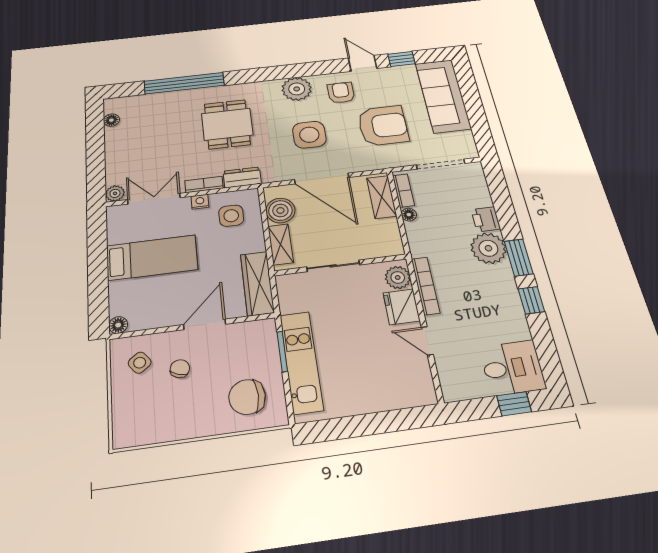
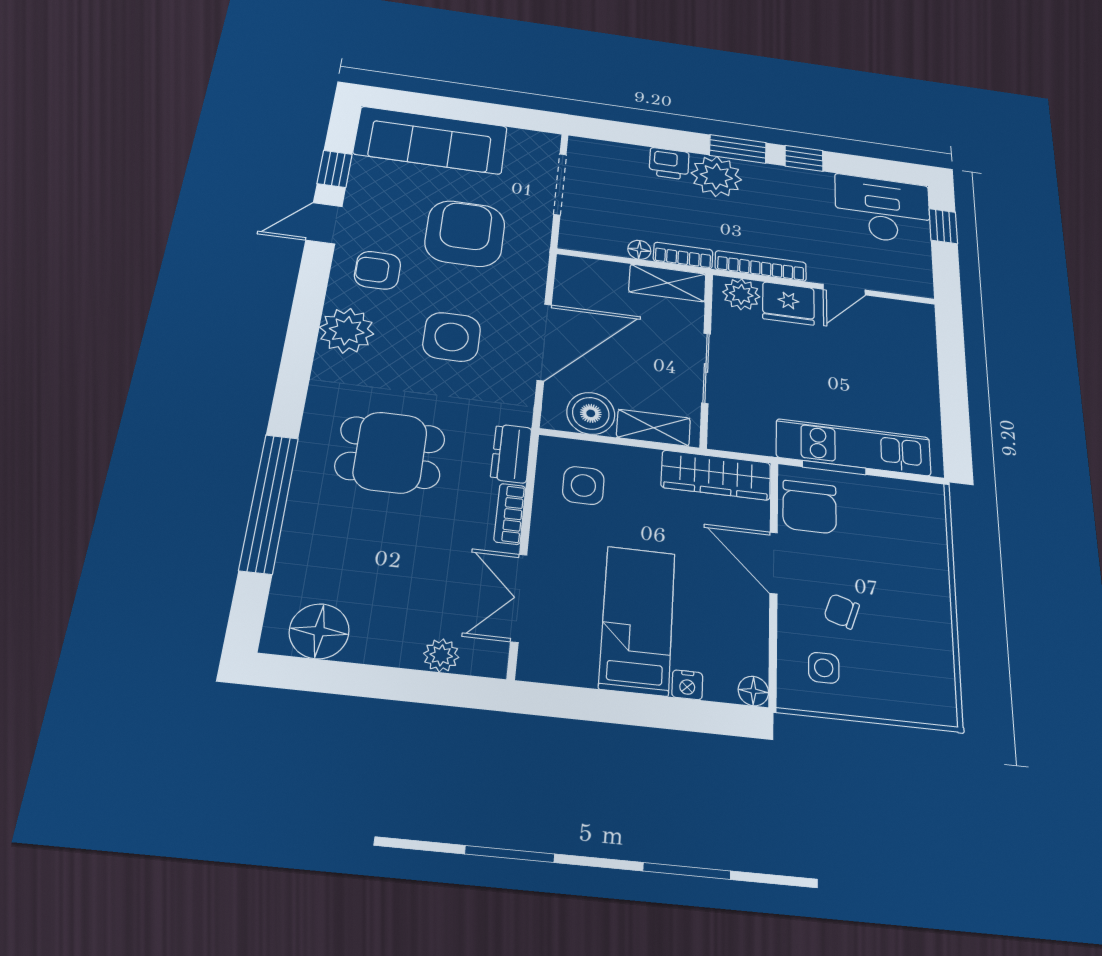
floor lamp: (111, 120) -> (319, 631), width x1.89, depth x1.89
bookcase: (403, 191) -> (683, 255), moved
plant: (115, 193) -> (441, 655), moved
shelving: (382, 197) -> (667, 283), moved
nightstand: (200, 202) -> (687, 685), moved, turned -90
side table: (140, 363) -> (824, 668), turned 38
desk: (512, 368) -> (883, 209), width x1.37
chair: (247, 397) -> (810, 507), moved

